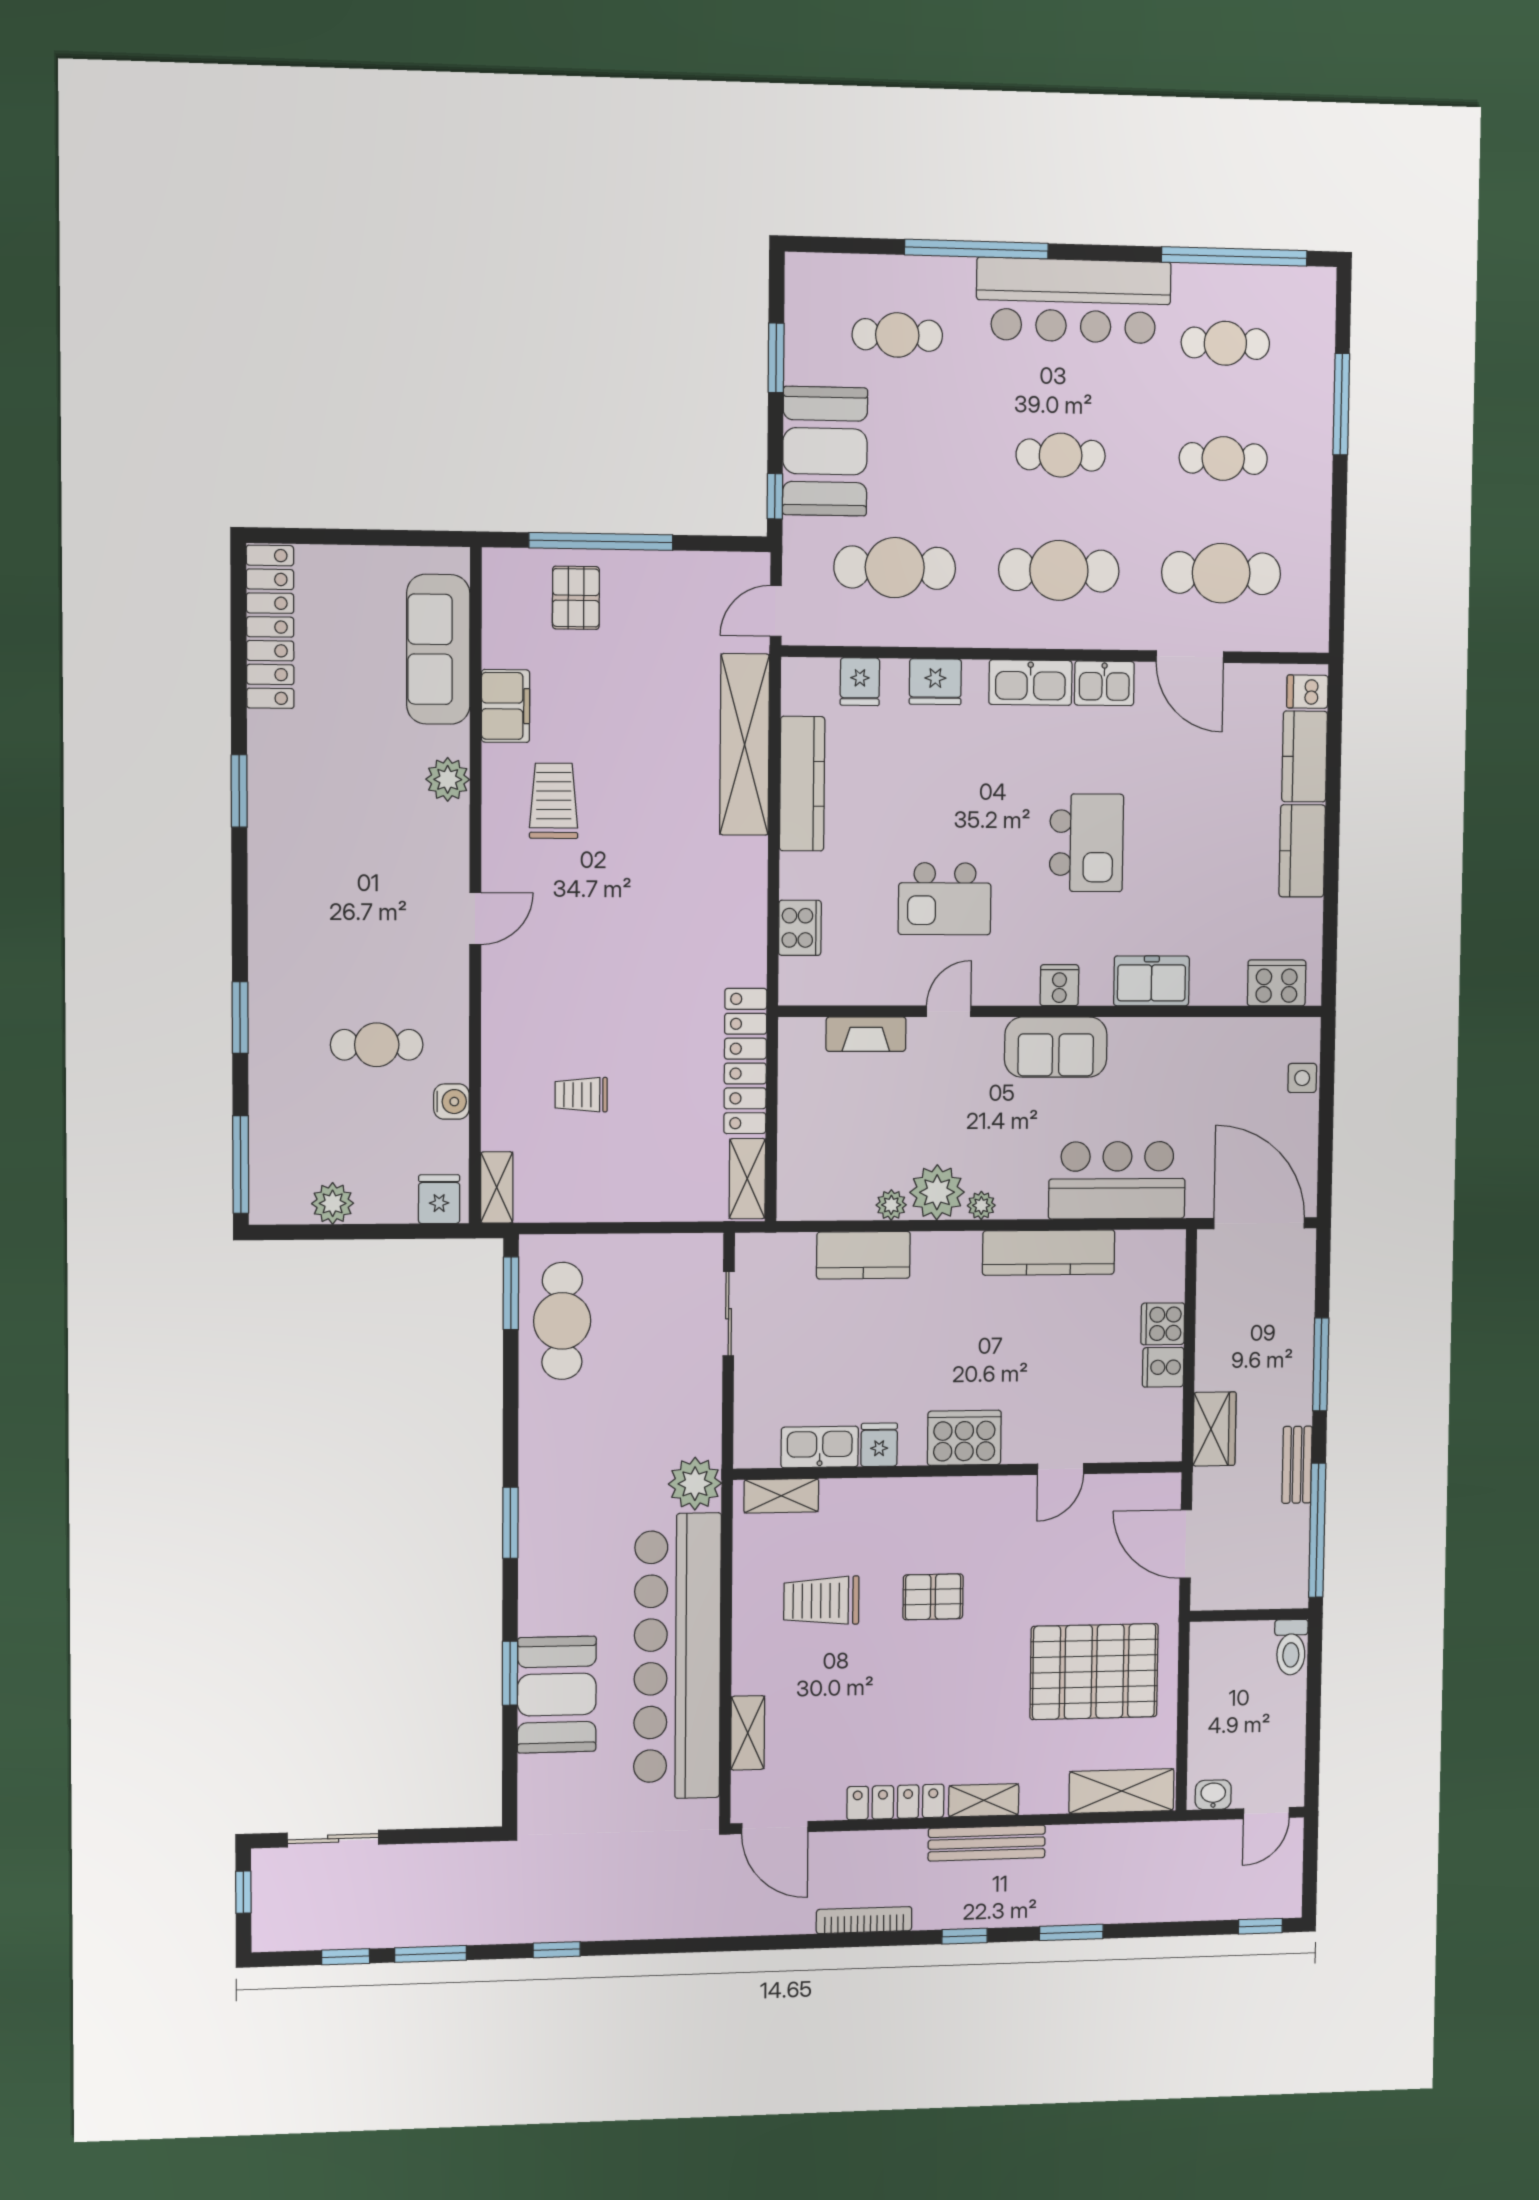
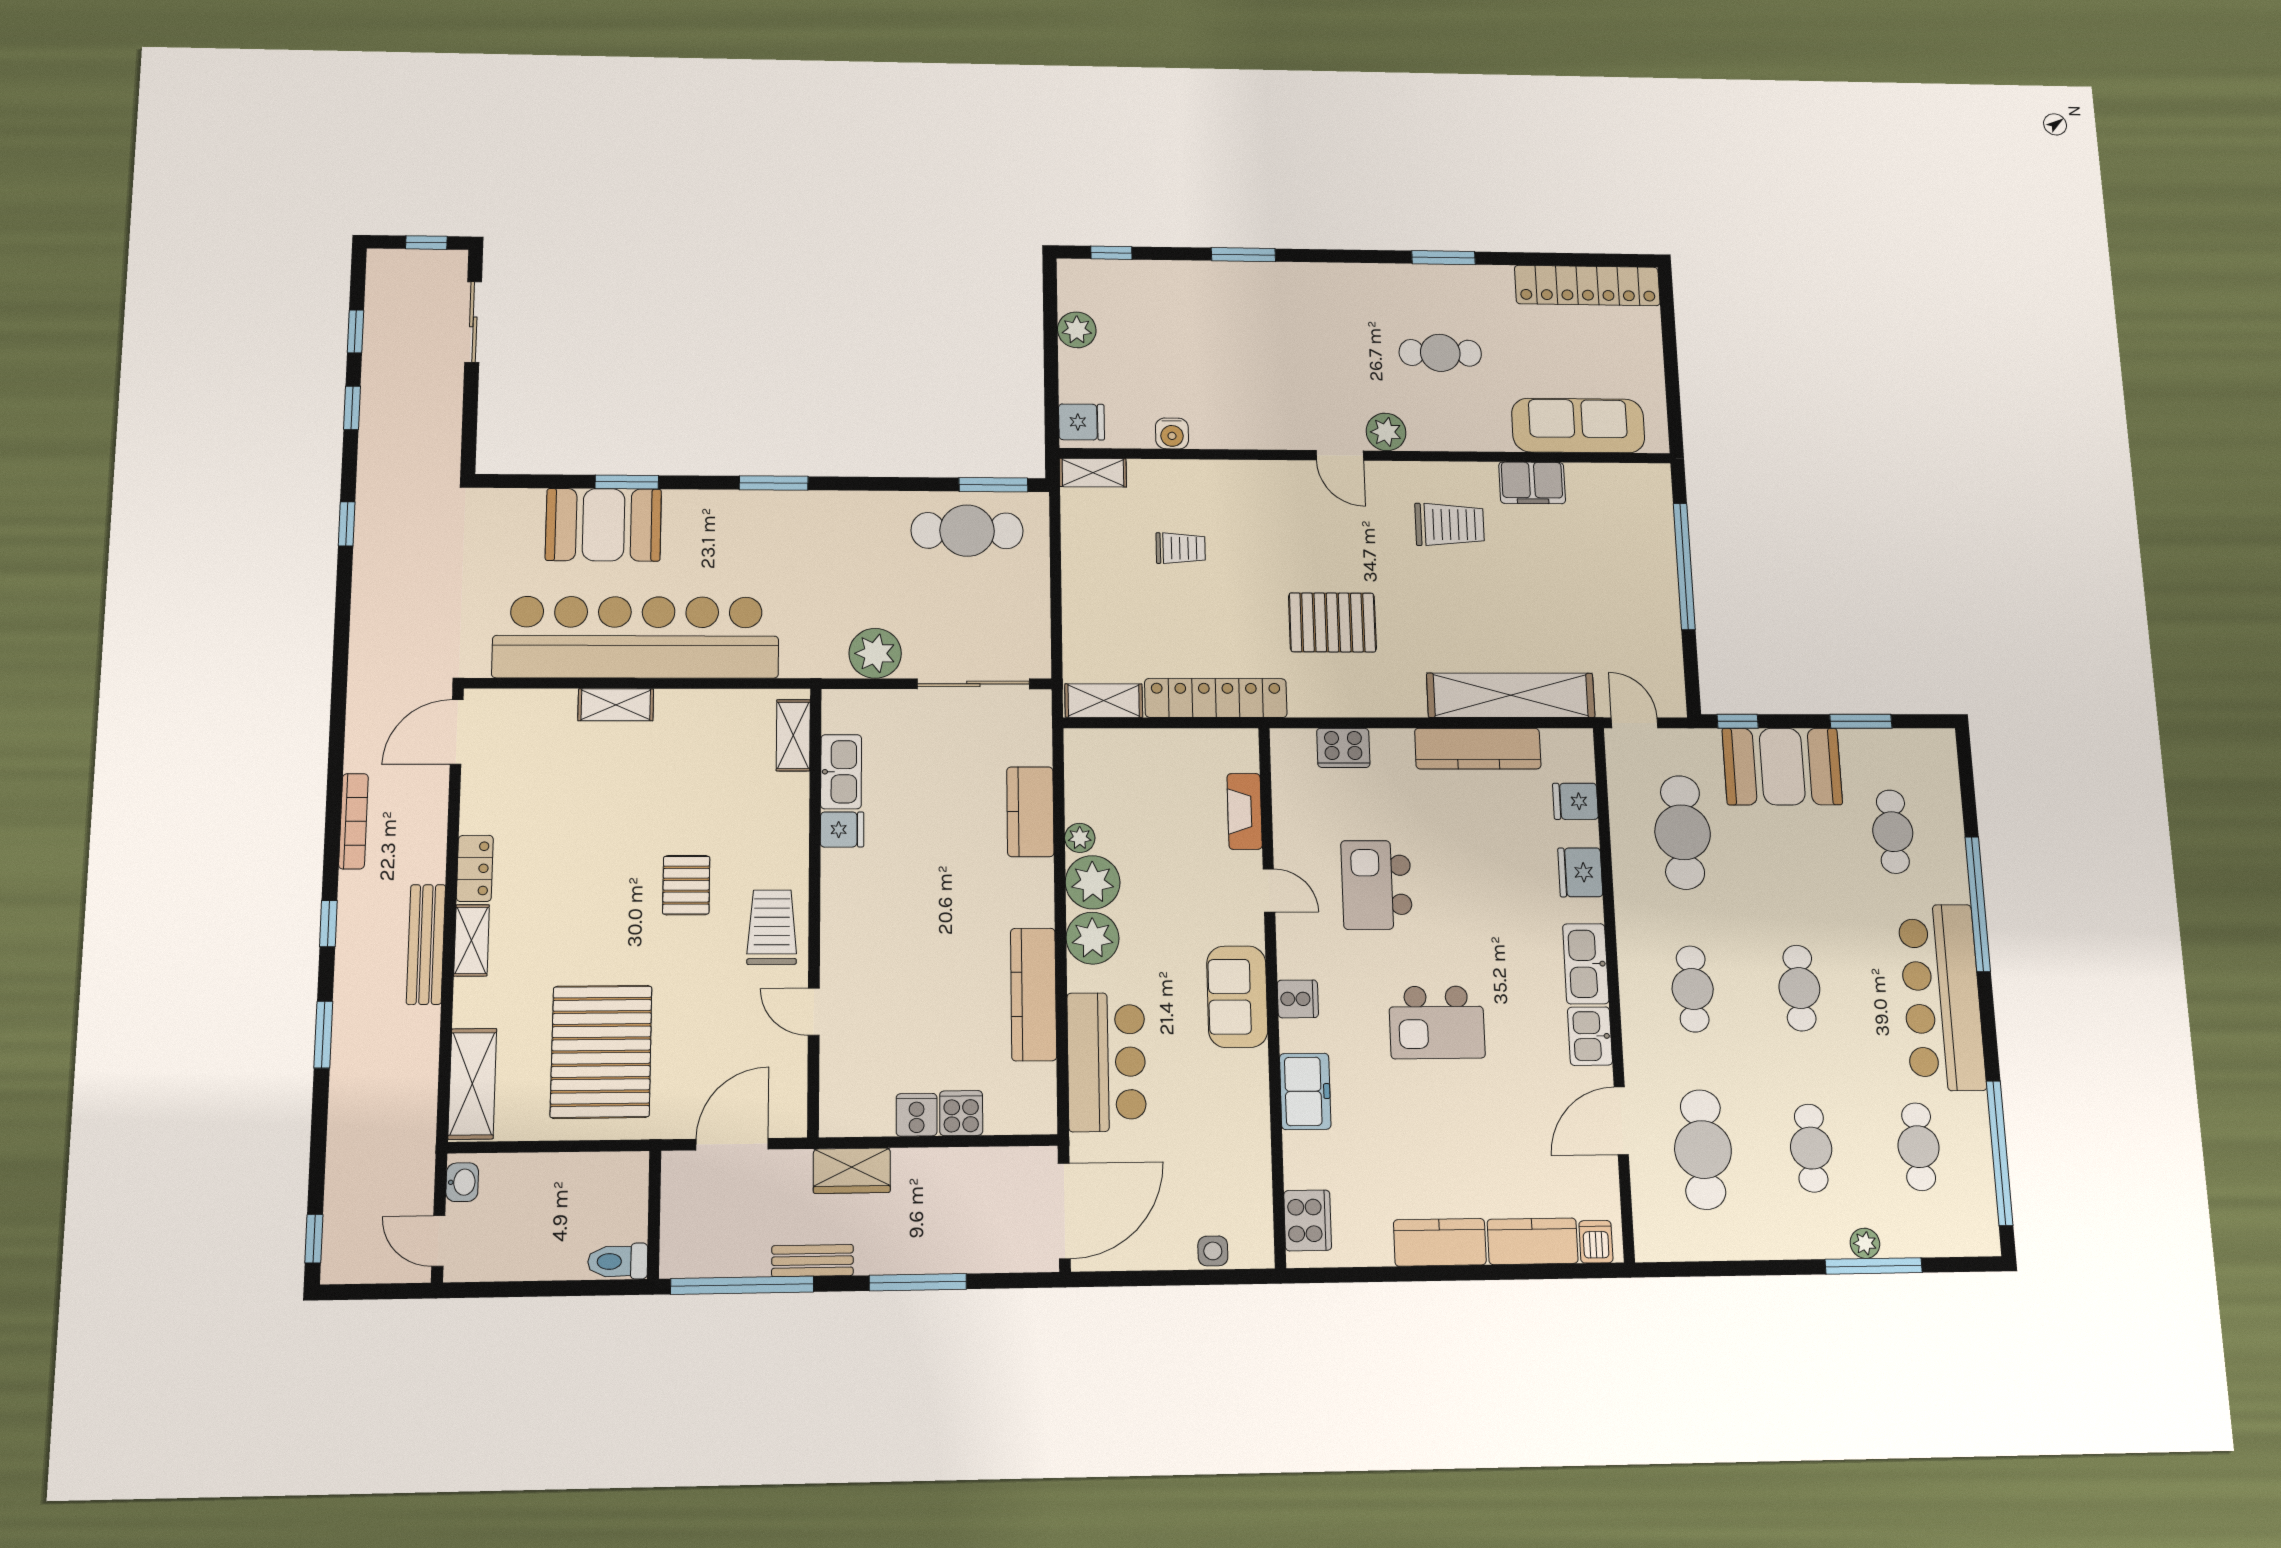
plant: (1319, 411) -> (1865, 1243), added
cafe table: (1059, 570) -> (1693, 989), width x0.73, depth x0.74
pallet: (576, 598) -> (1332, 622), moved, width x1.50, depth x1.42
plant: (448, 779) -> (1386, 432), moved
cafe table: (377, 1045) -> (1440, 353), moved, turned 90
trolley: (581, 1095) -> (1181, 548), turned 90
window: (241, 1164) -> (1111, 253), width x0.46
plant: (981, 1205) -> (1092, 938), width x1.88, depth x1.88
sliding door: (729, 1314) -> (973, 684), width x1.37
cooker: (964, 1438) -> (847, 914), removed
plant: (695, 1484) -> (875, 653), moved
trolley: (821, 1601) -> (772, 927), moved
shelving: (748, 1733) -> (616, 705), moved
locker: (895, 1802) -> (475, 868), width x0.66
window: (431, 1954) -> (352, 408), width x0.67

